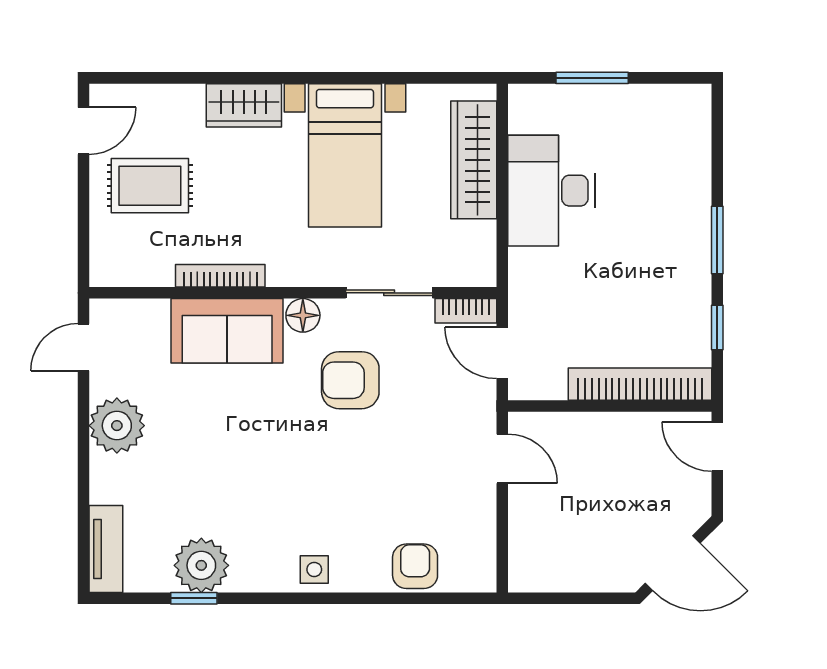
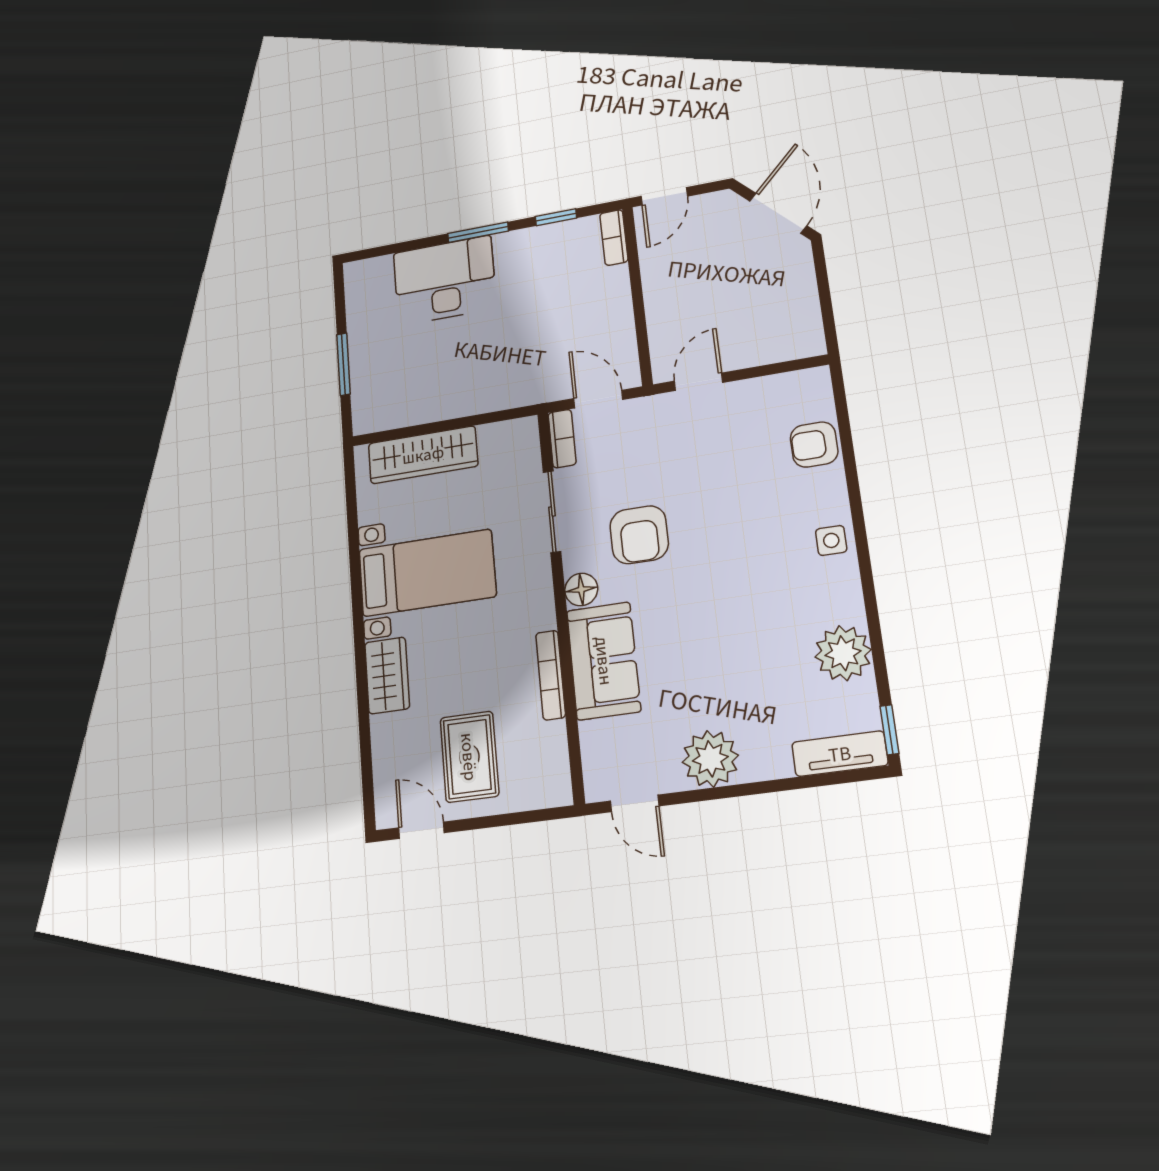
desk: (551, 191) -> (445, 280), moved, turned 180
door: (502, 353) -> (598, 399), swing flipped
bookcase: (640, 384) -> (614, 238), width x0.43, depth x0.76
window: (194, 598) -> (889, 730), moved

